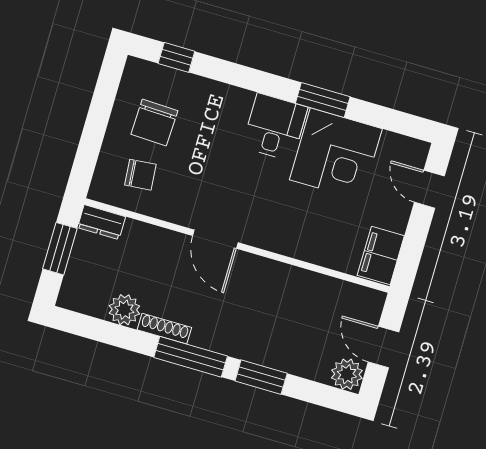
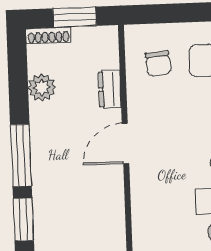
dresser: (102, 222) -> (110, 89), moved
shoe rack: (164, 329) -> (48, 35), moved, turned 90

